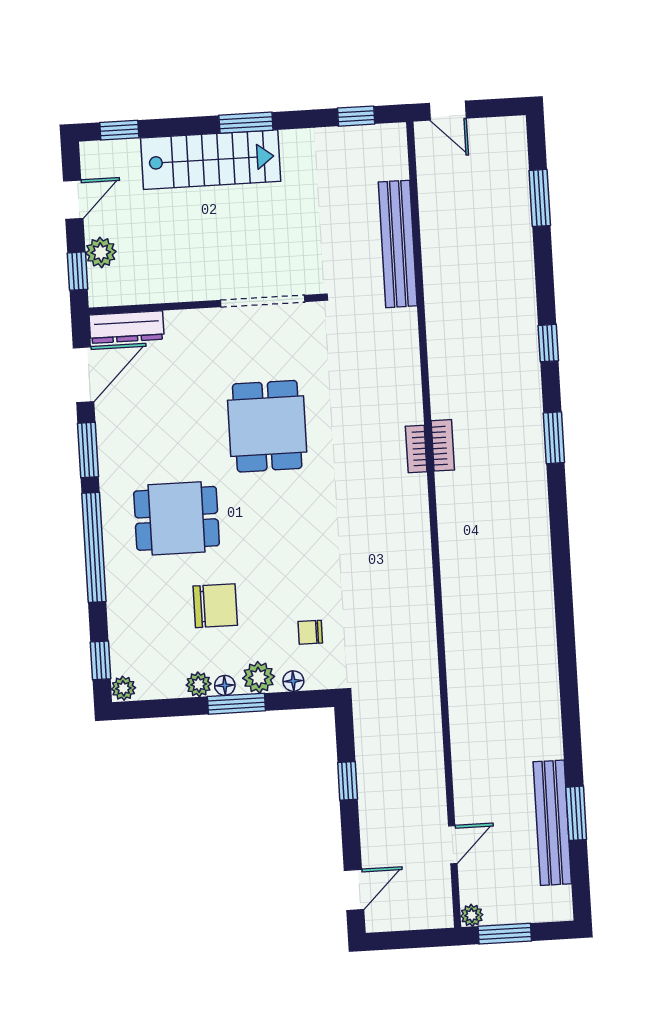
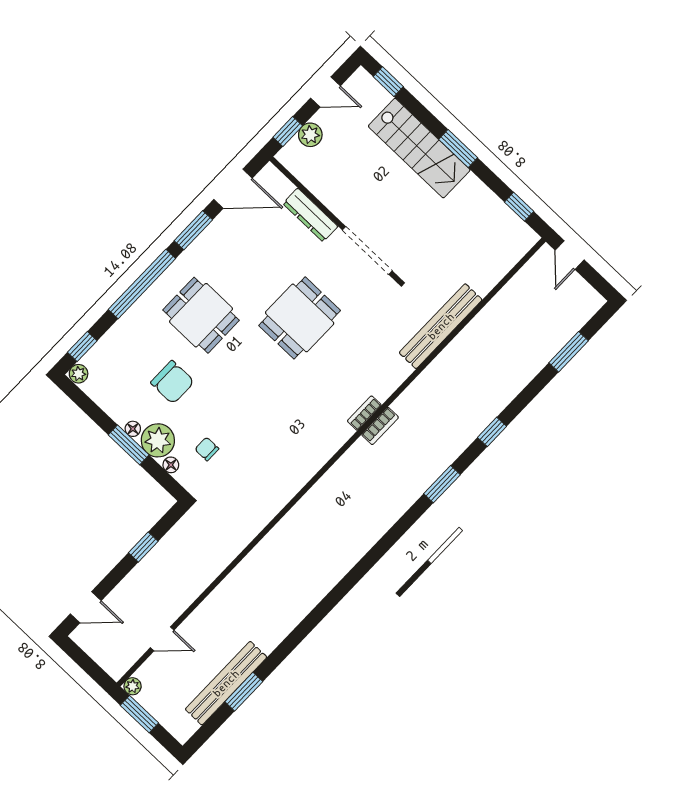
bench: (398, 244) -> (441, 326), moved
dresser: (127, 327) -> (310, 215), moved
plant: (259, 677) -> (158, 440), width x1.36, depth x1.36
plant: (199, 684) -> (120, 414), removed

